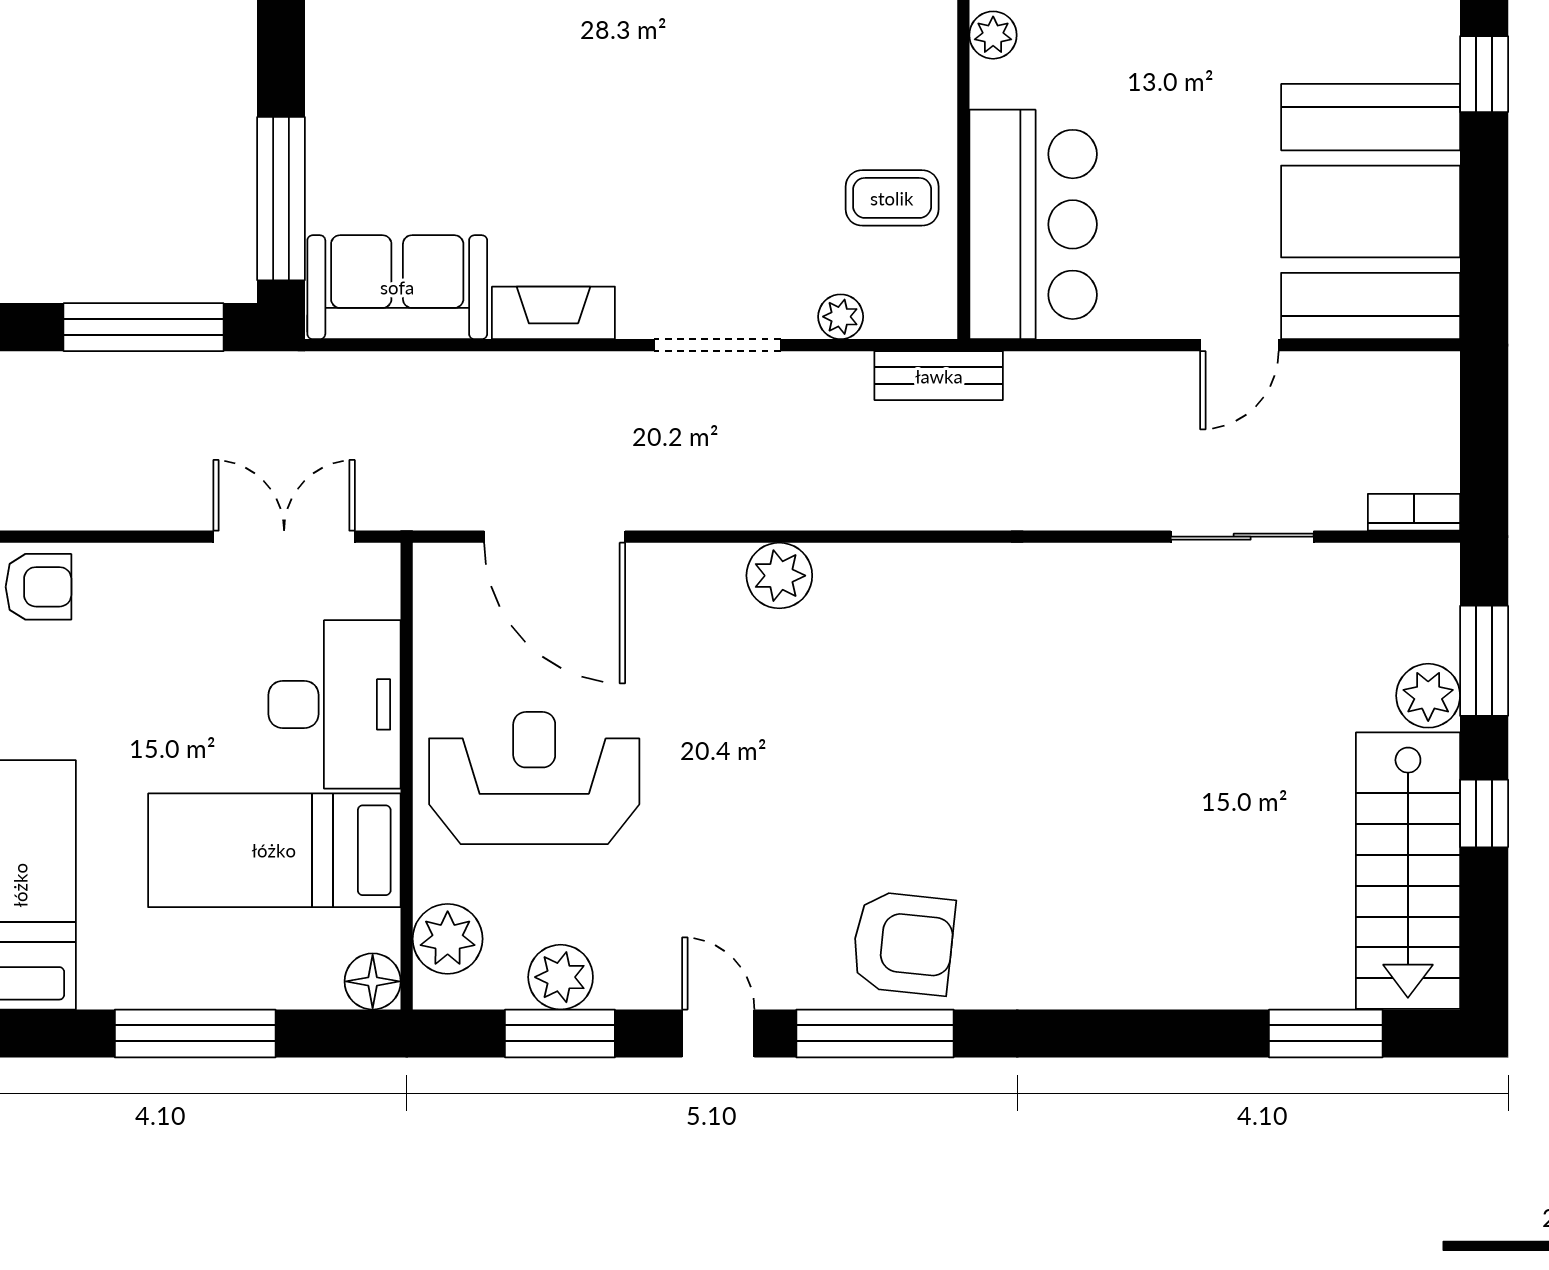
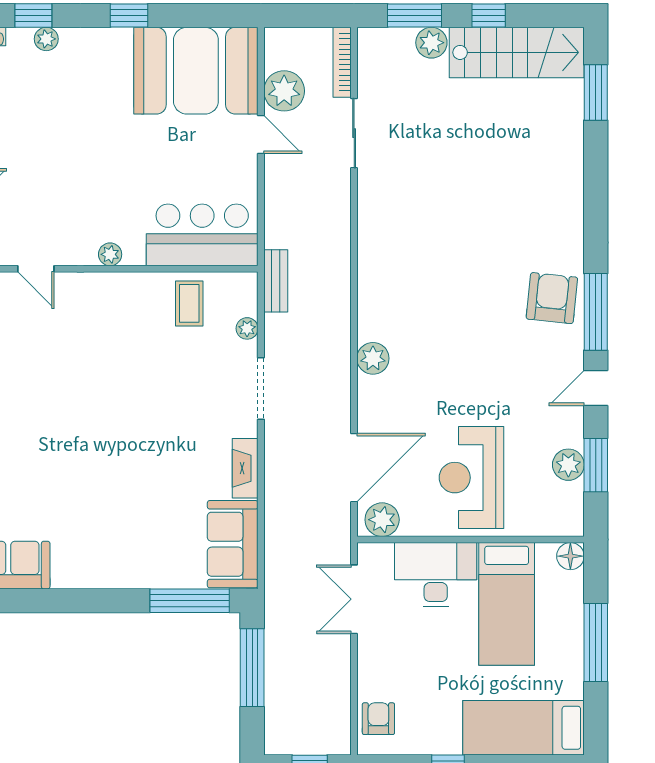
plant: (1329, 393) -> (284, 91), added
bookcase: (1414, 512) -> (342, 62), width x1.56
plant: (448, 939) -> (382, 520), moved

